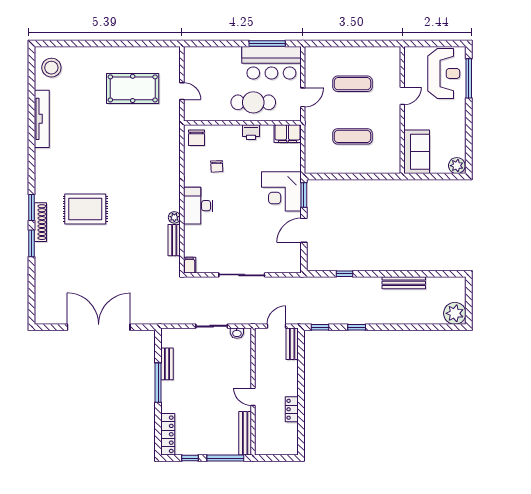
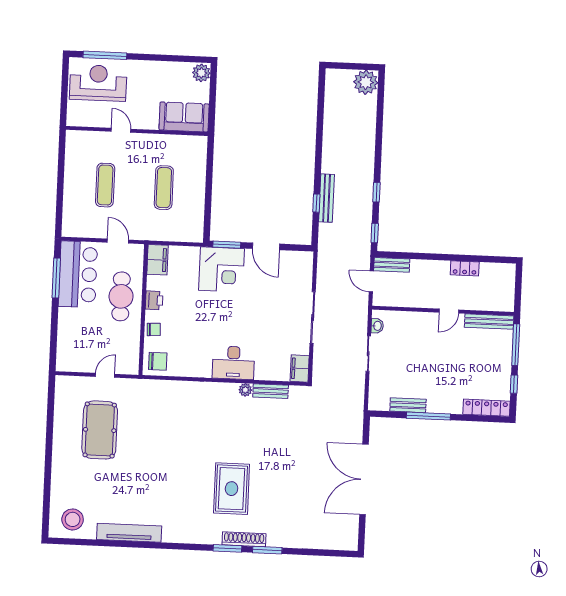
chair: (217, 166) -> (154, 329), moved
filing cabinet: (190, 265) -> (300, 368), width x2.00
bench: (404, 283) -> (327, 198), moved

